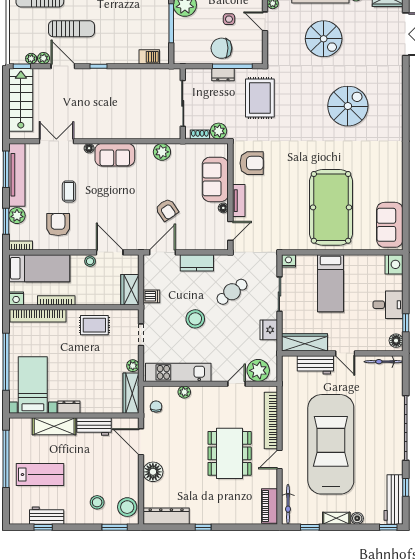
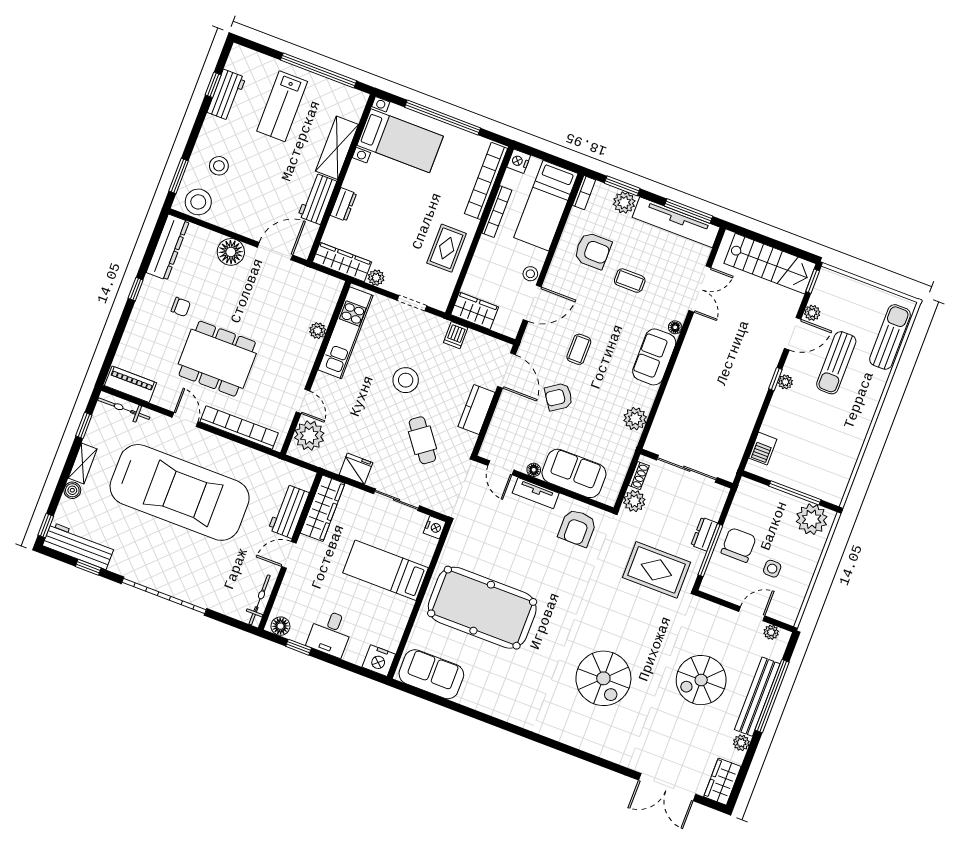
plant: (31, 59) -> (785, 382), moved
coffee table: (129, 208) -> (579, 349), added
dresser: (69, 407) -> (343, 204), moved
chair: (156, 407) -> (181, 307), moved

